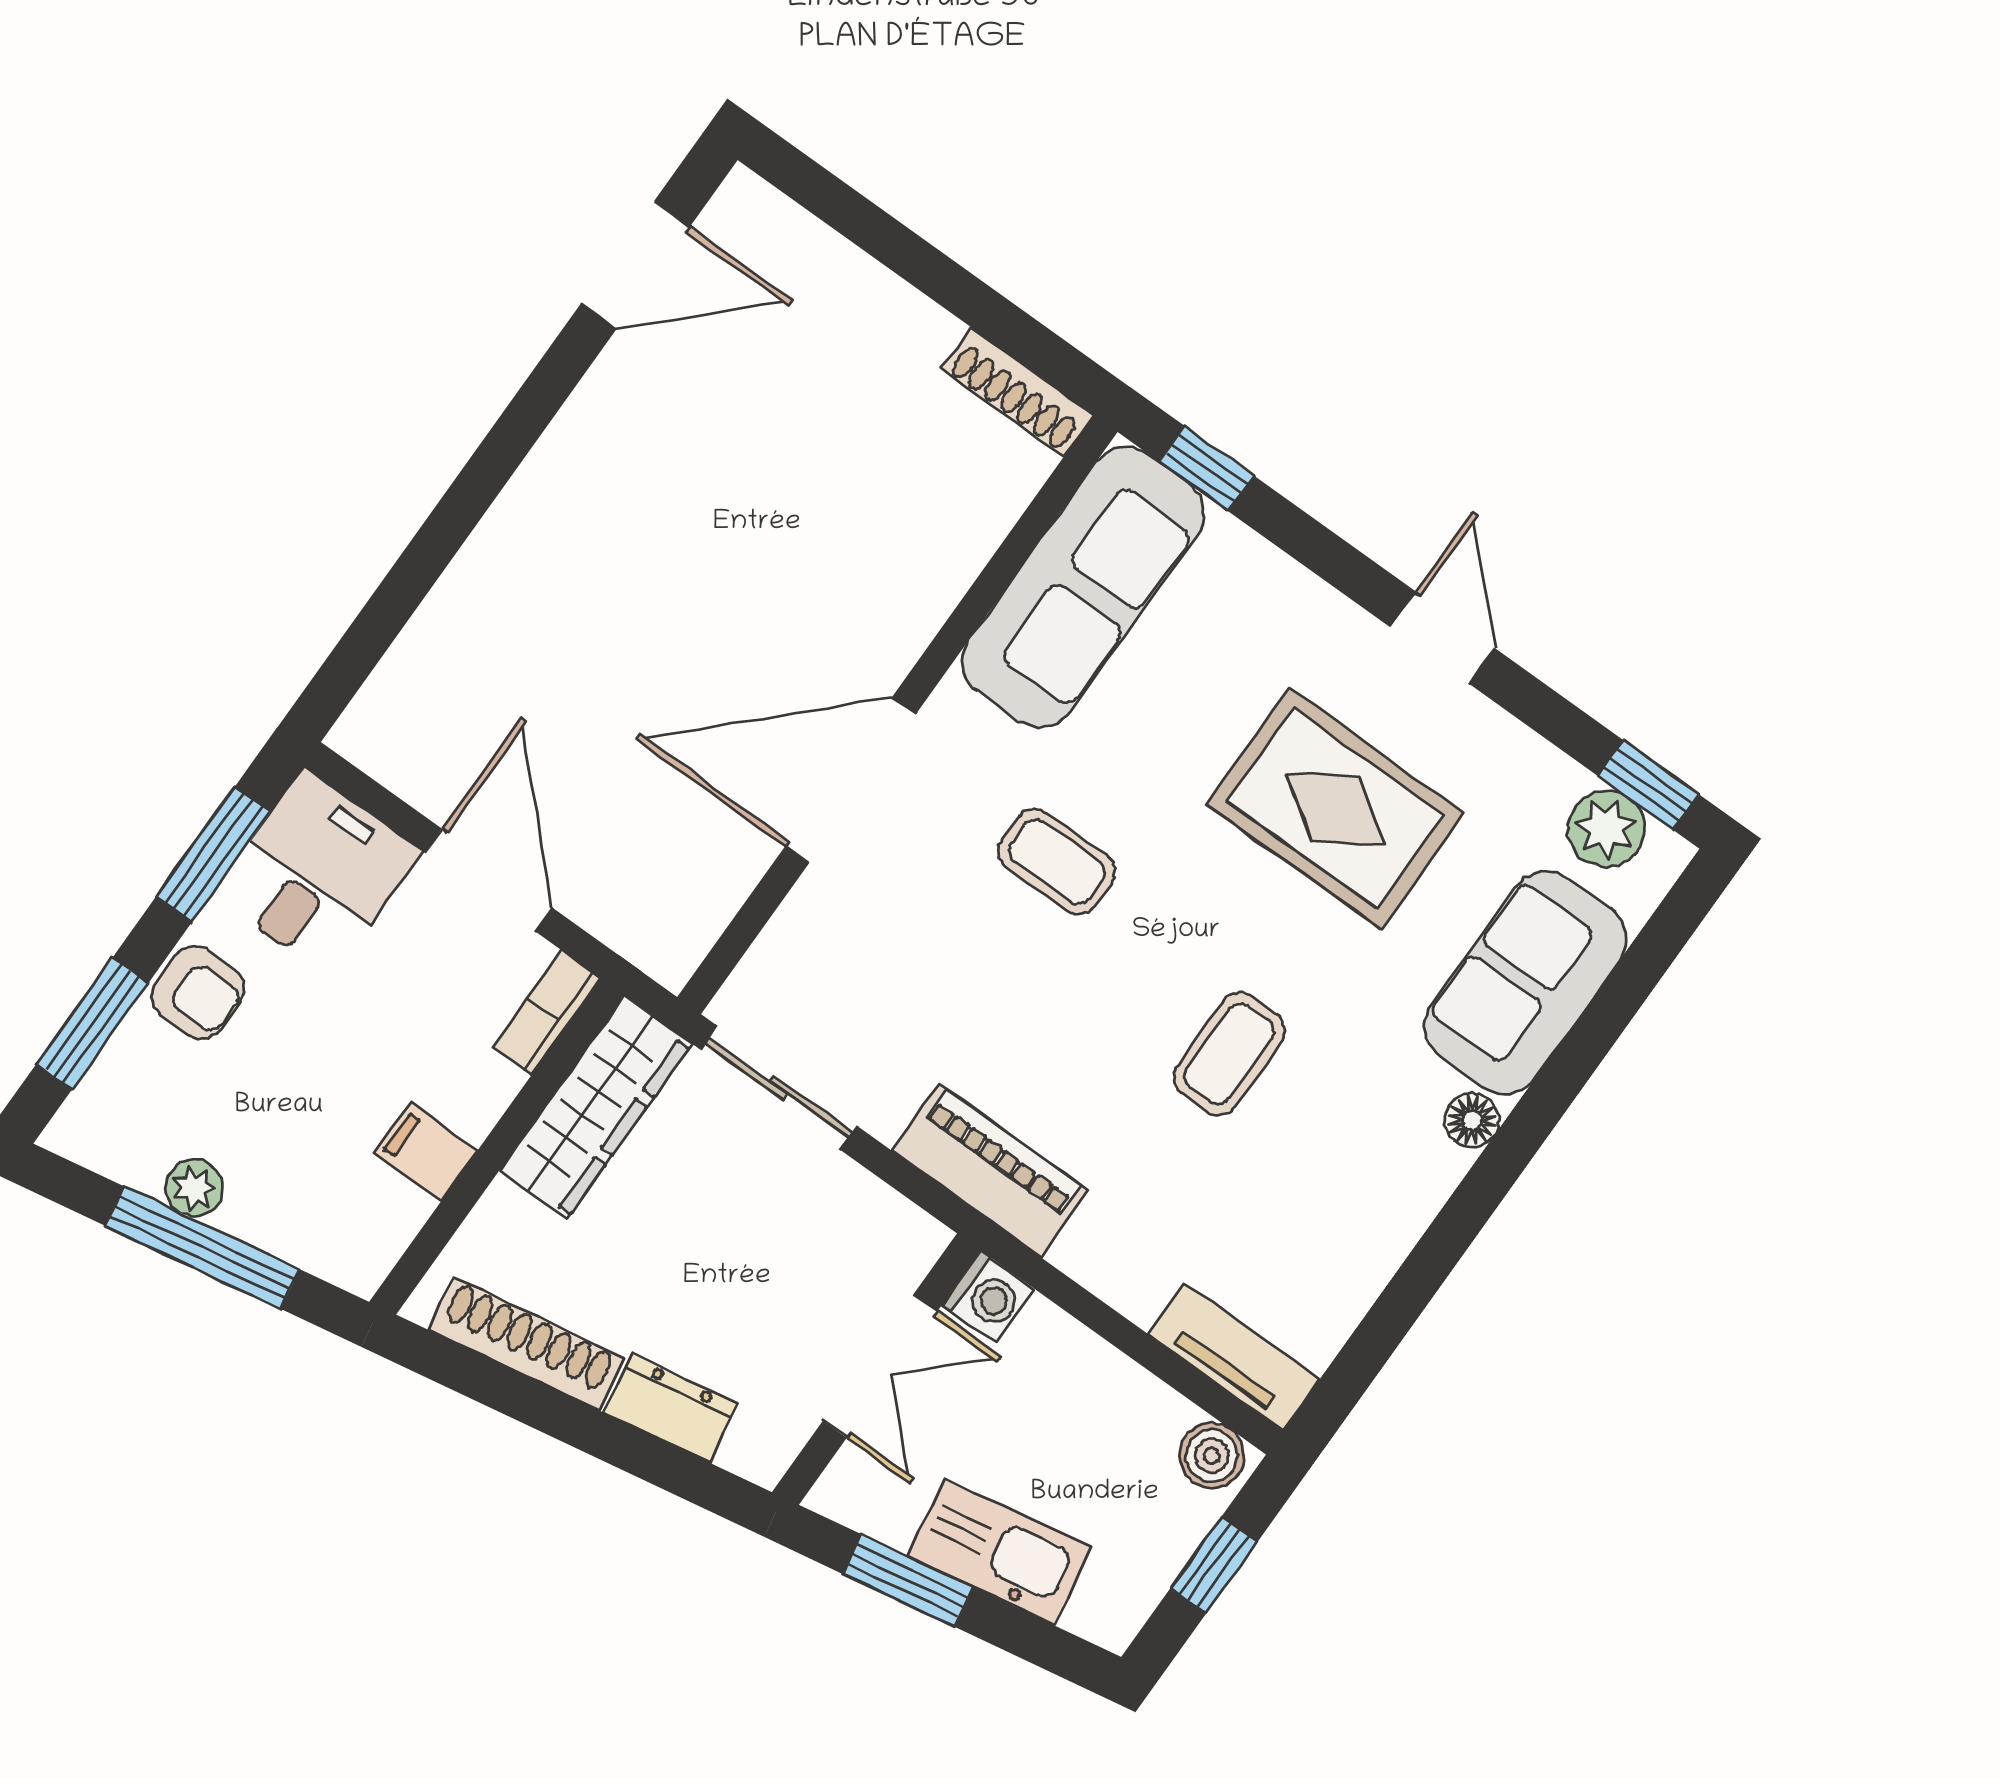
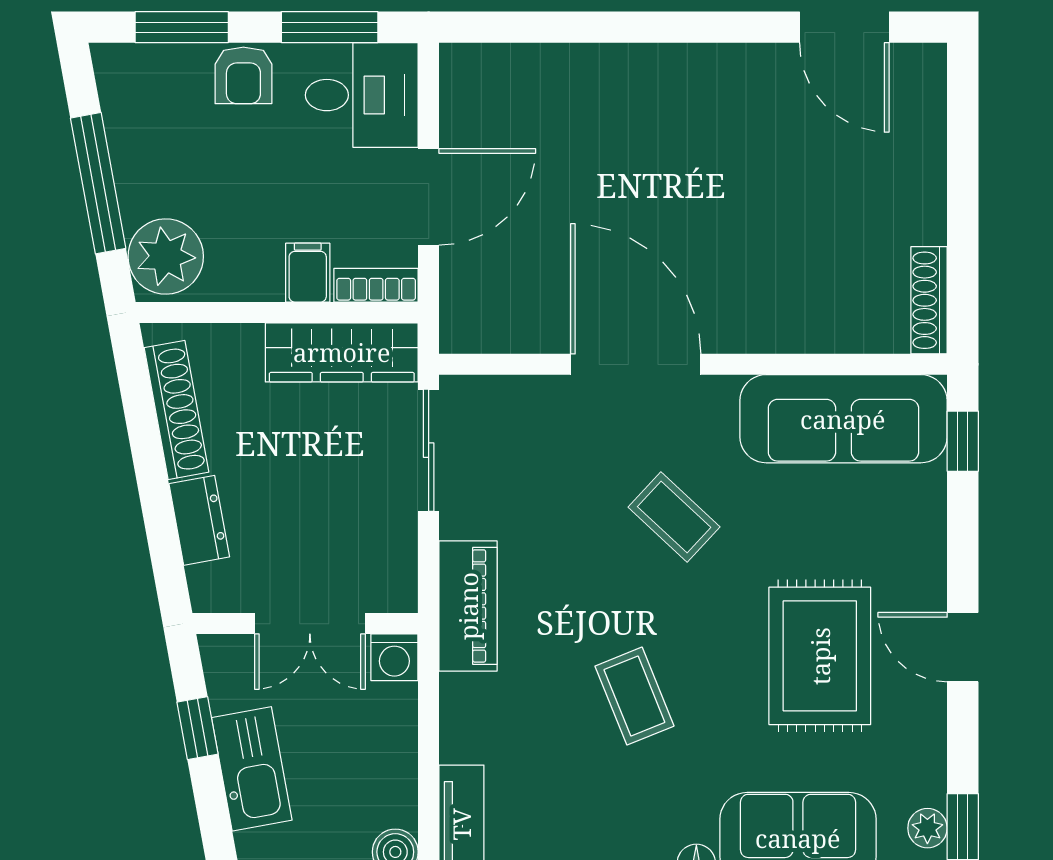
door: (1442, 638) -> (963, 647), swing flipped
plant: (1606, 829) -> (927, 828), width x0.73, depth x0.73
coffee table: (1057, 862) -> (674, 517), turned -47
coffee table: (1229, 1054) -> (634, 696), turned 68
filing cabinet: (426, 1152) -> (308, 273), moved
plant: (194, 1188) -> (166, 257), moved, width x1.88, depth x1.88
window: (908, 1580) -> (198, 728), width x0.67

